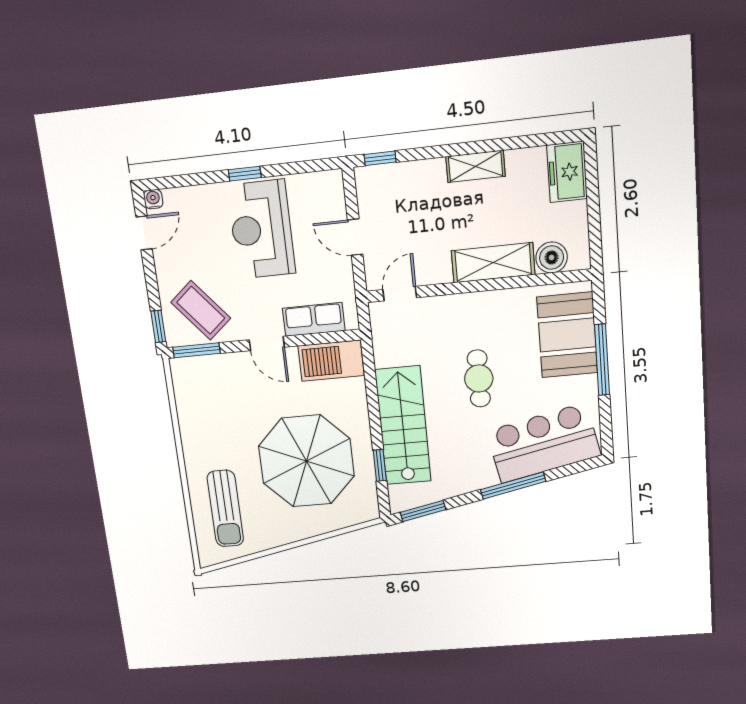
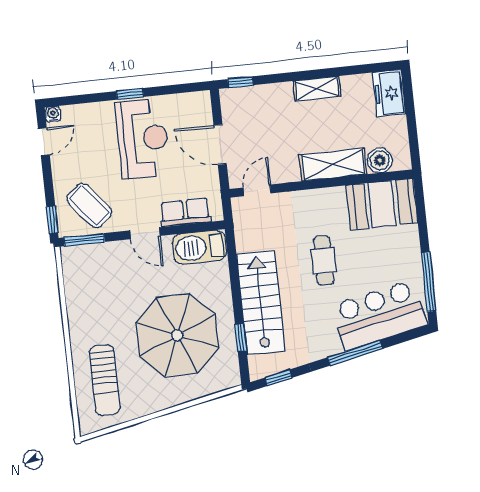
reception desk: (261, 229) -> (143, 139), turned 180
door: (355, 237) -> (220, 145), width x1.38
booth: (567, 335) -> (382, 204), moved, turned 90
window: (602, 360) -> (429, 282), moved
window: (423, 511) -> (278, 378), width x0.67

